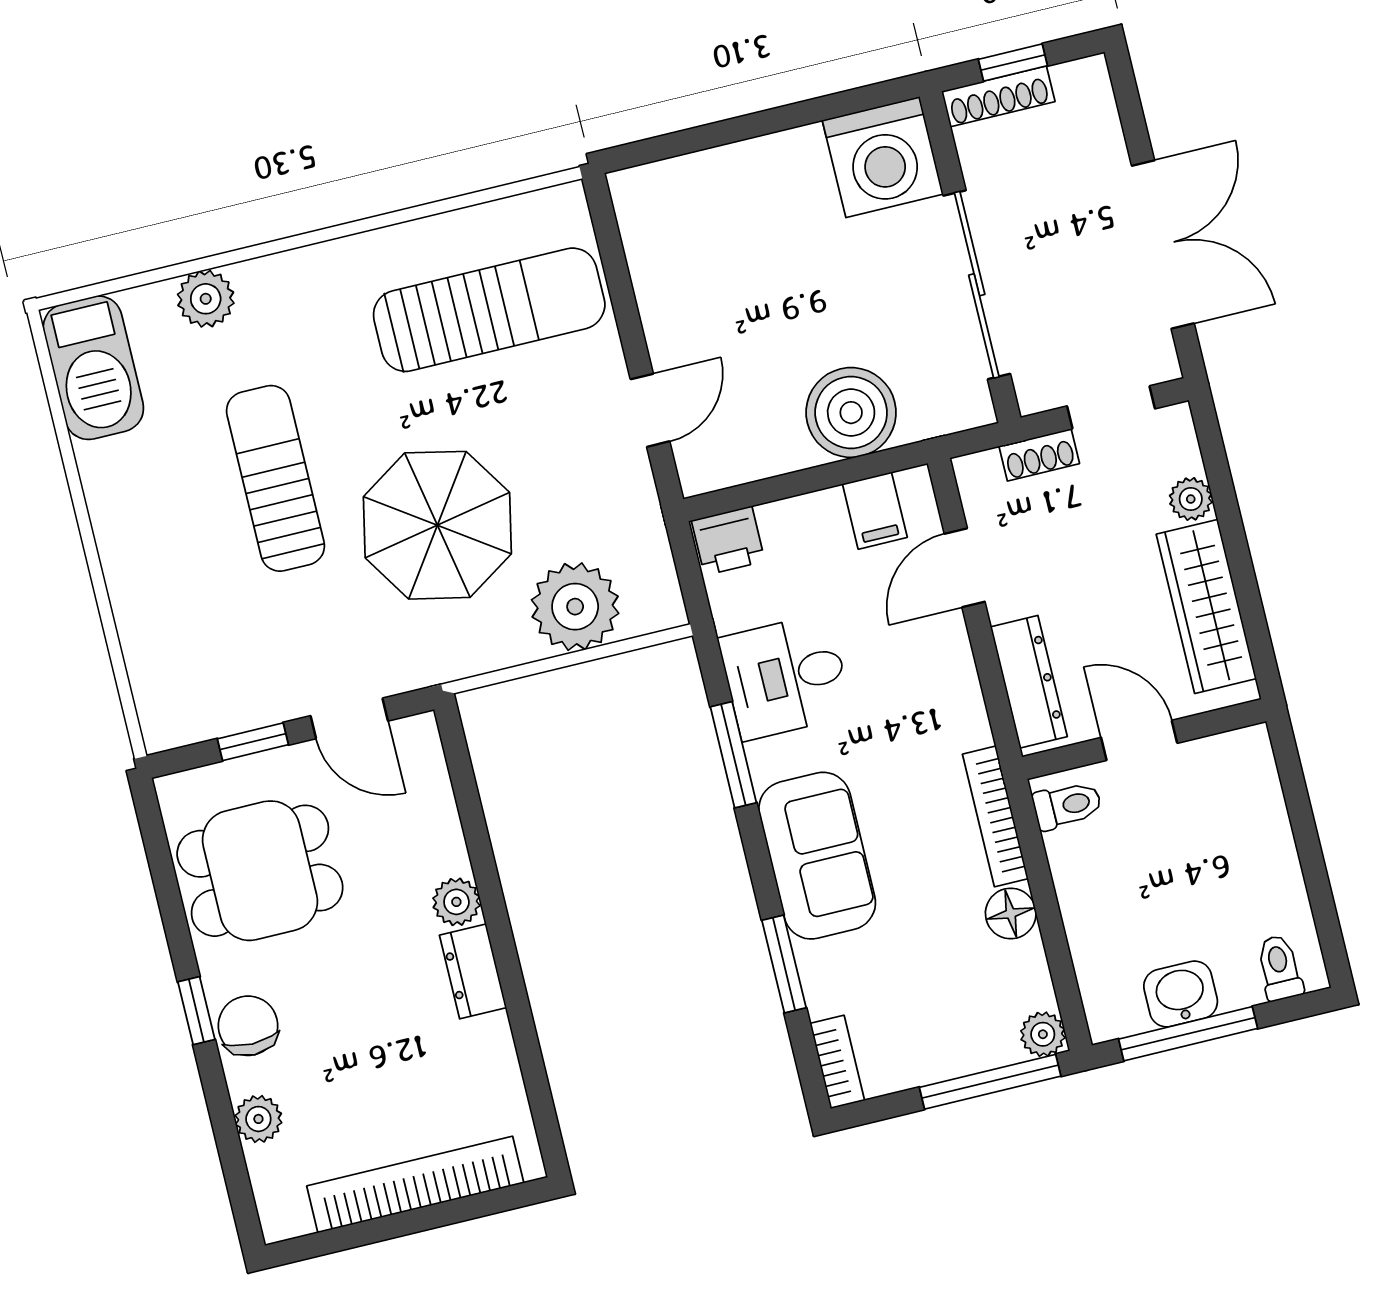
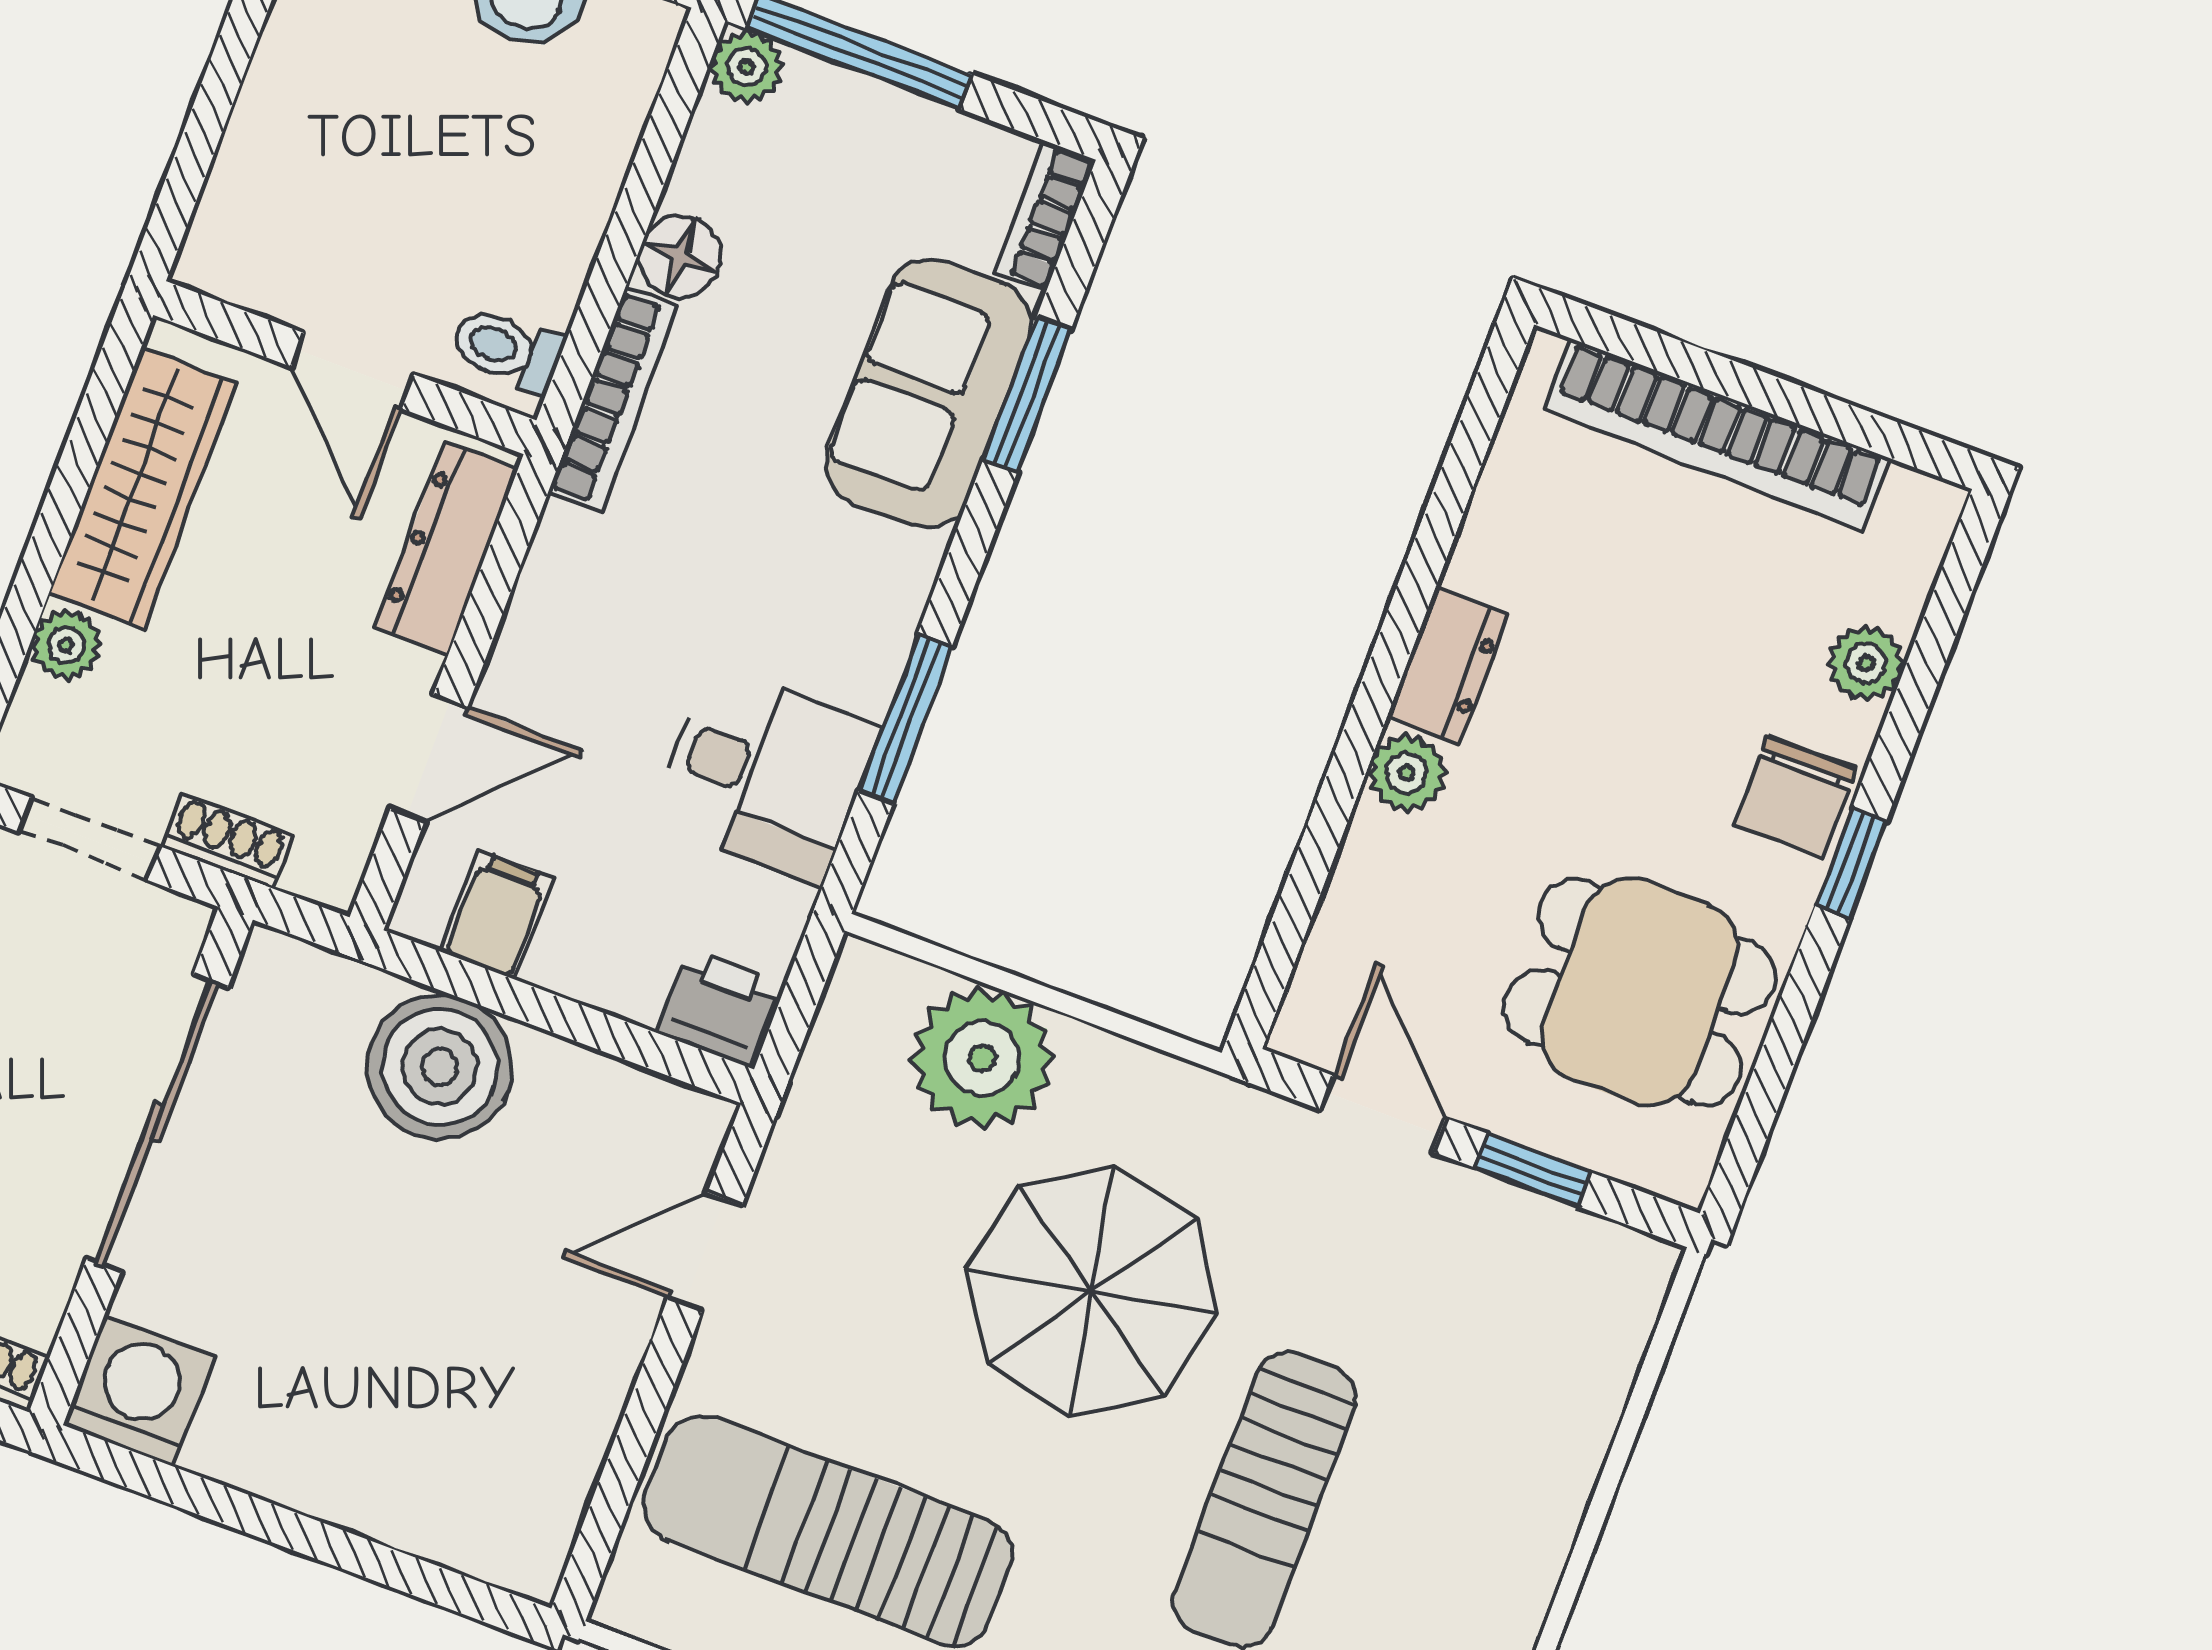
washing machine: (883, 157) -> (139, 1391), width x0.73, depth x0.73
sofa: (817, 856) -> (928, 393), moved

